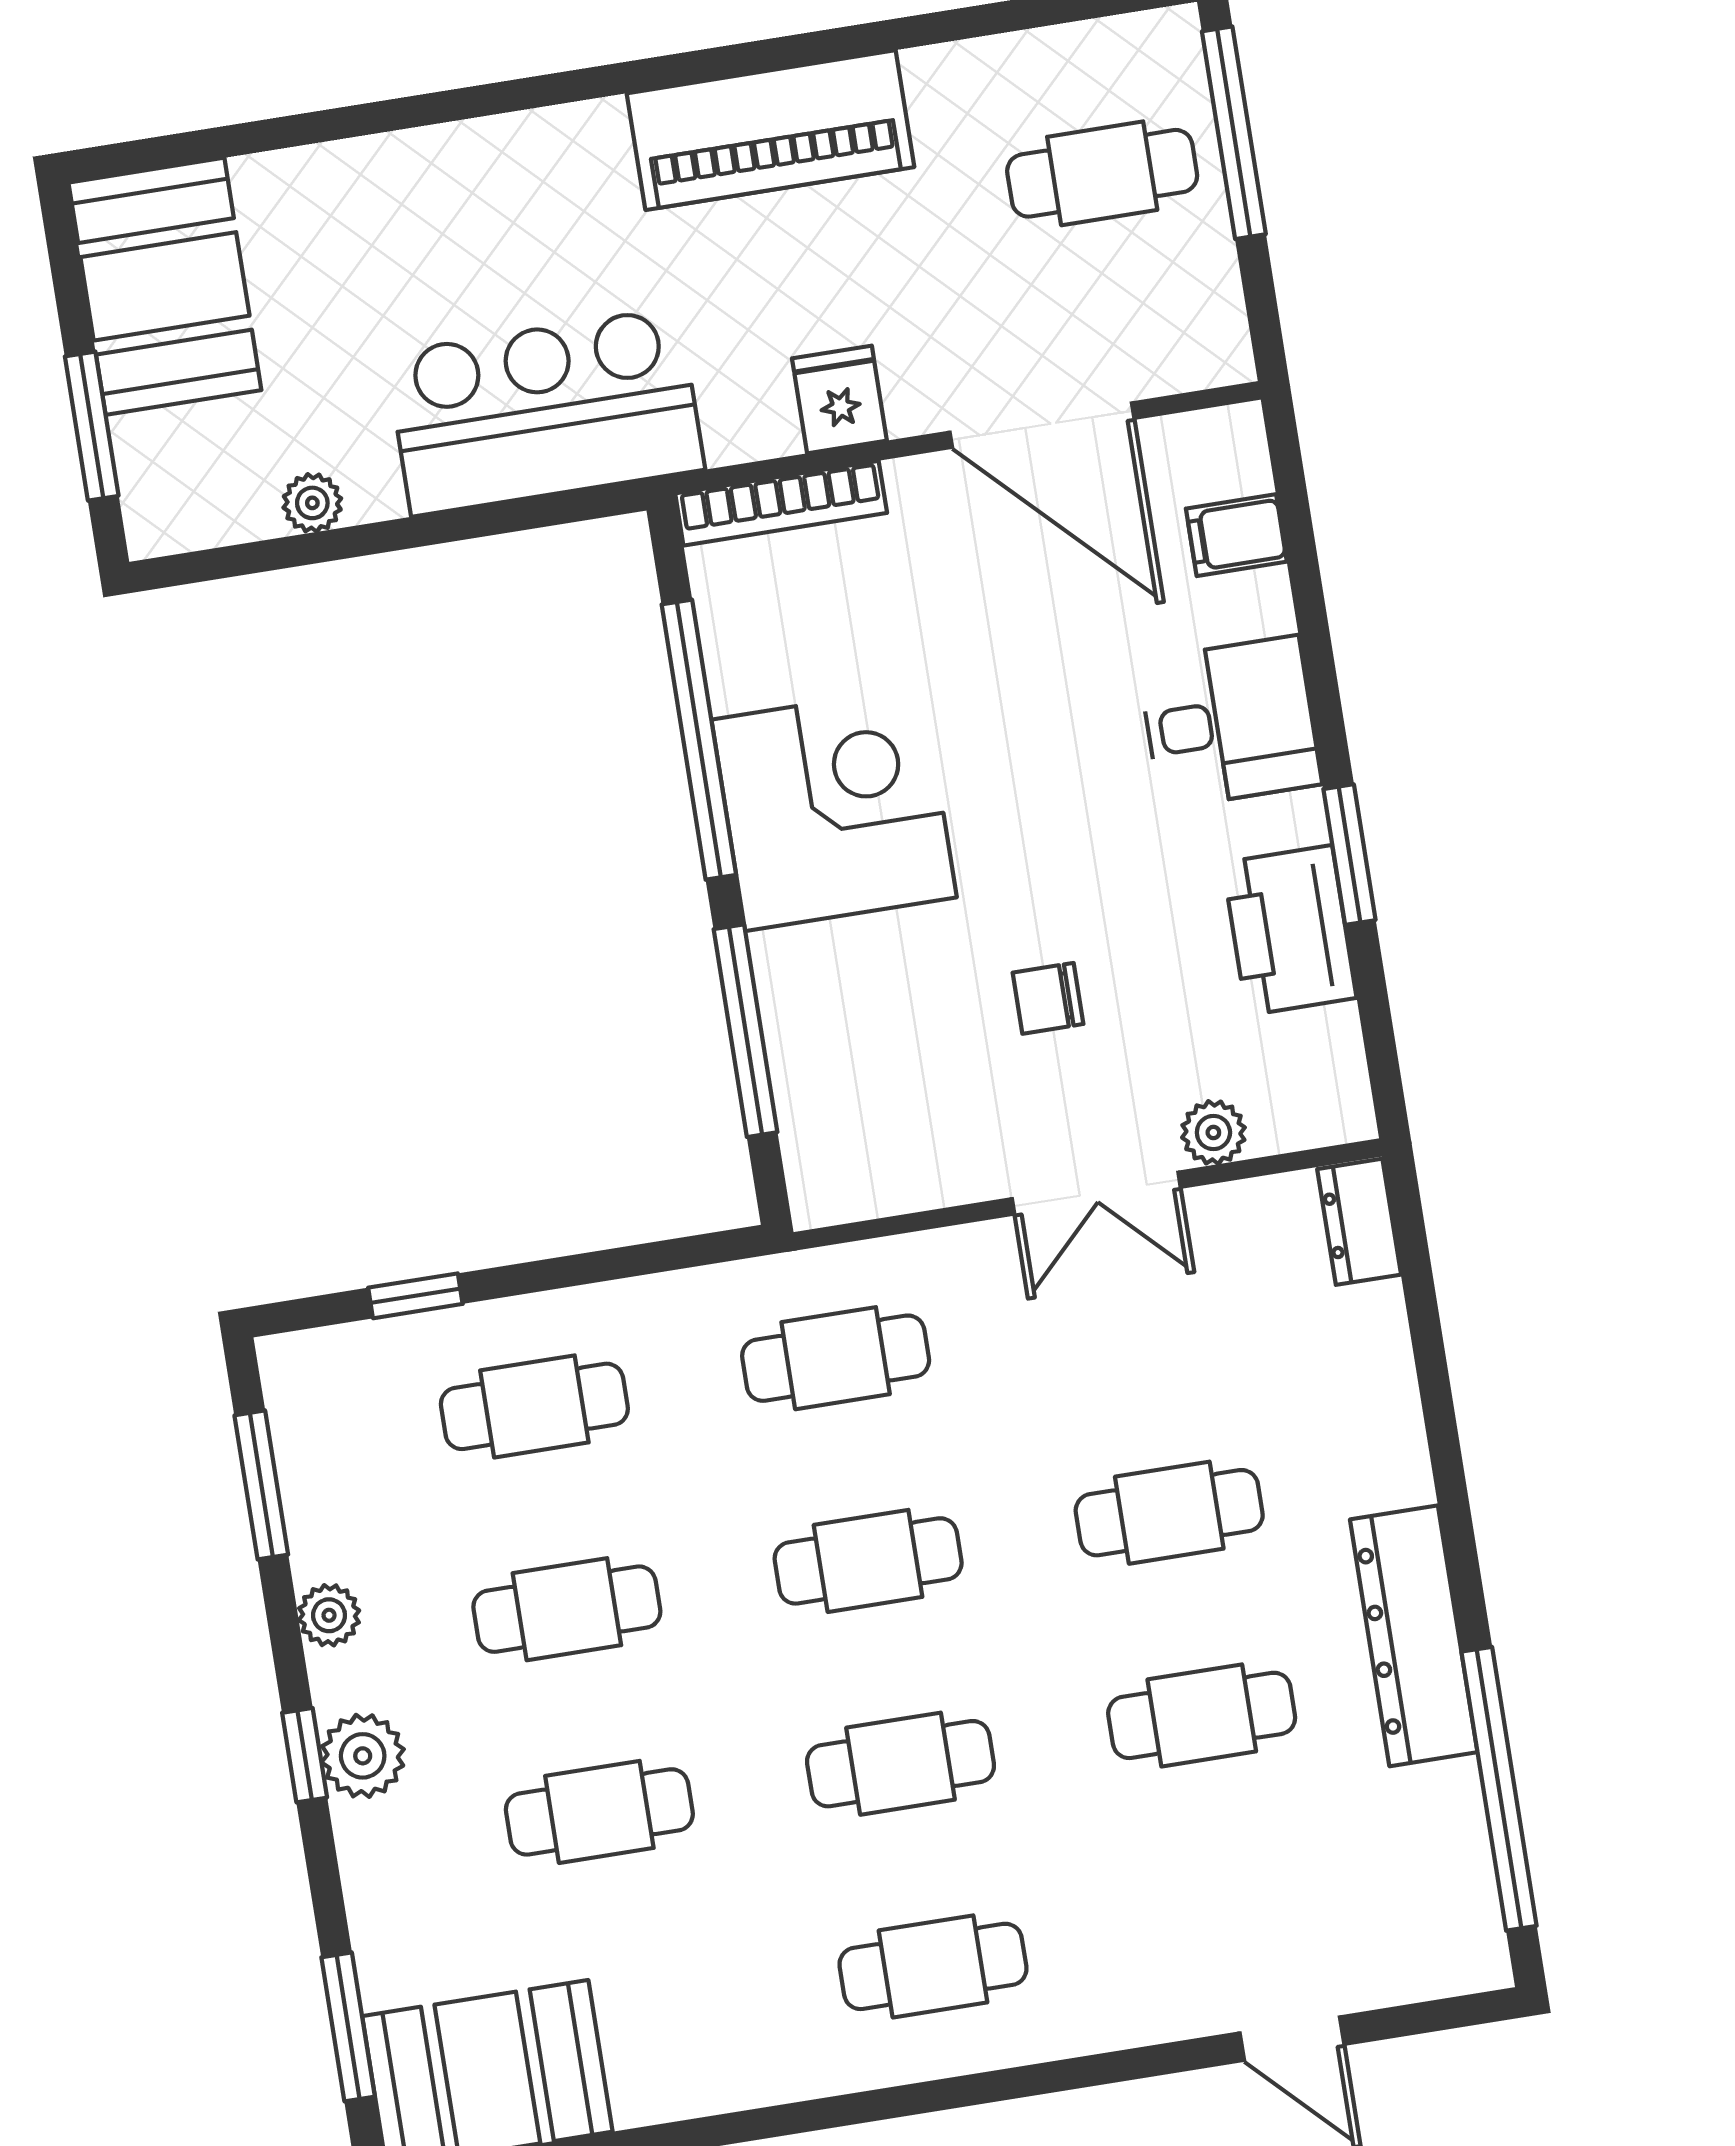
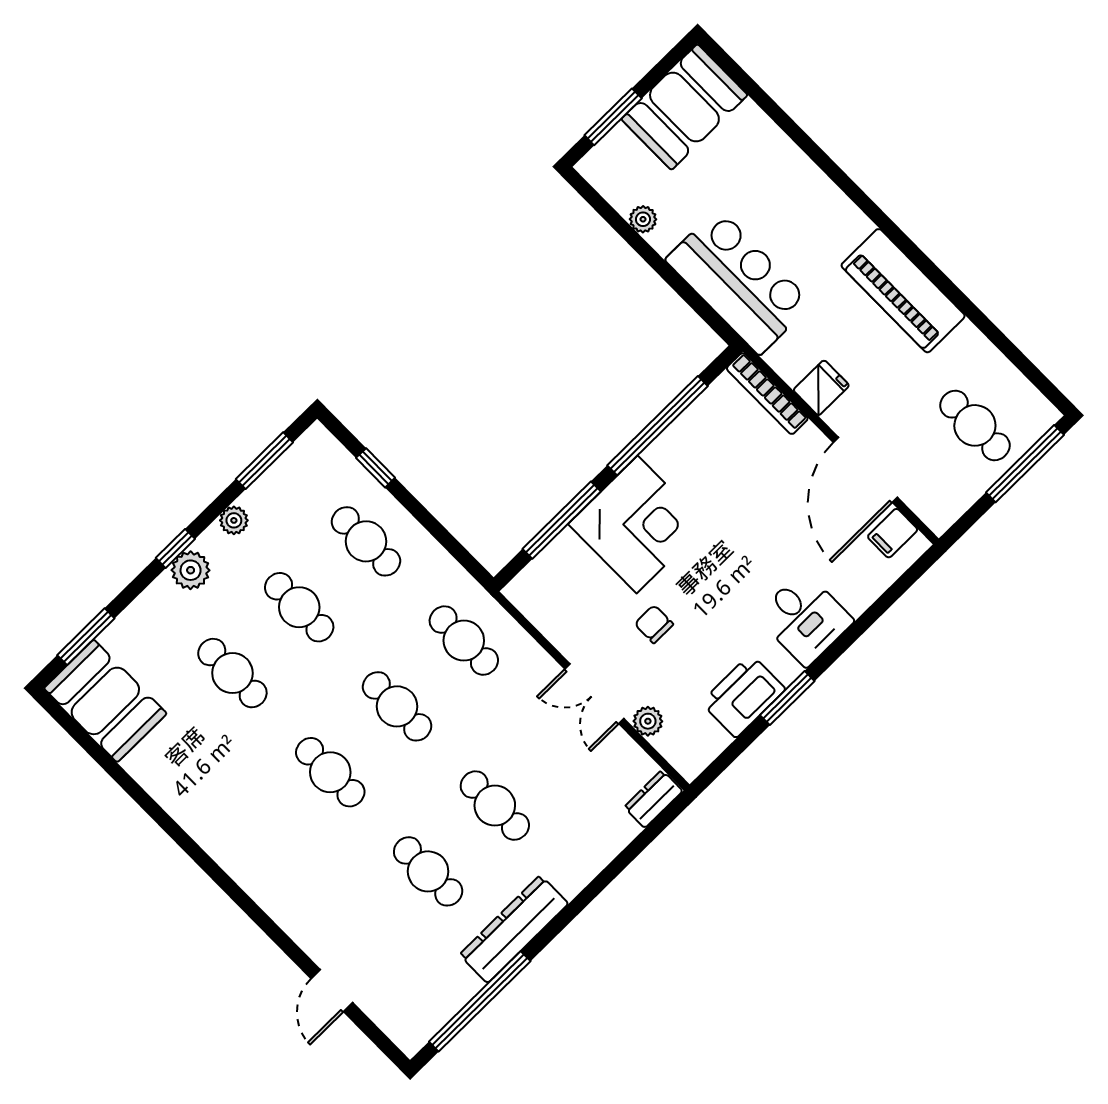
filing cabinet: (1236, 535) -> (893, 533), moved, turned -90
corner desk: (834, 808) -> (637, 524), moved
cafe table: (933, 1966) -> (263, 838), removed

